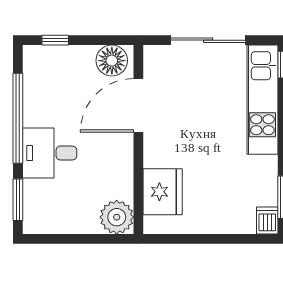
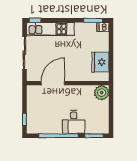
floor lamp: (112, 61) -> (33, 95), removed
door: (138, 105) -> (53, 83), swing flipped
fridge: (163, 192) -> (100, 62), moved, turned -90

